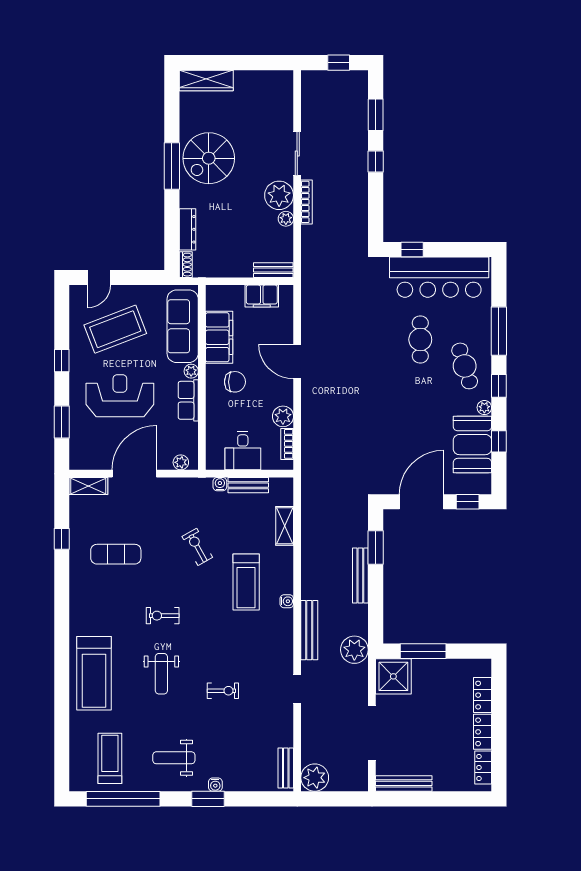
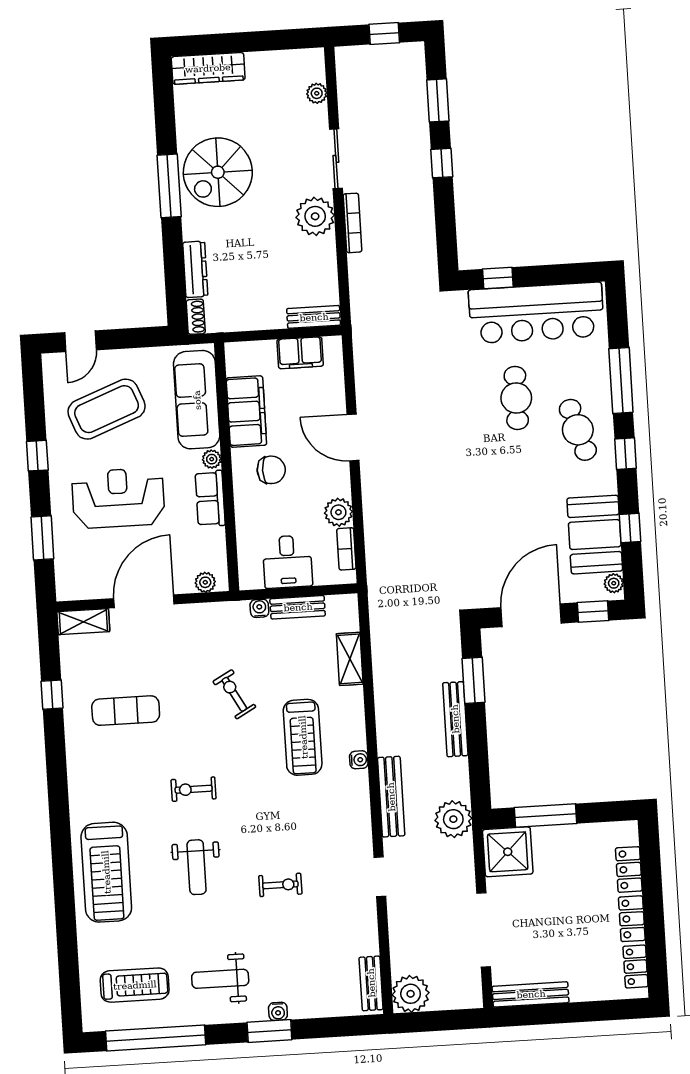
plant: (286, 219) -> (317, 93), moved
plant: (484, 408) -> (614, 583), moved
treadmill: (110, 758) -> (135, 985), turned 90

